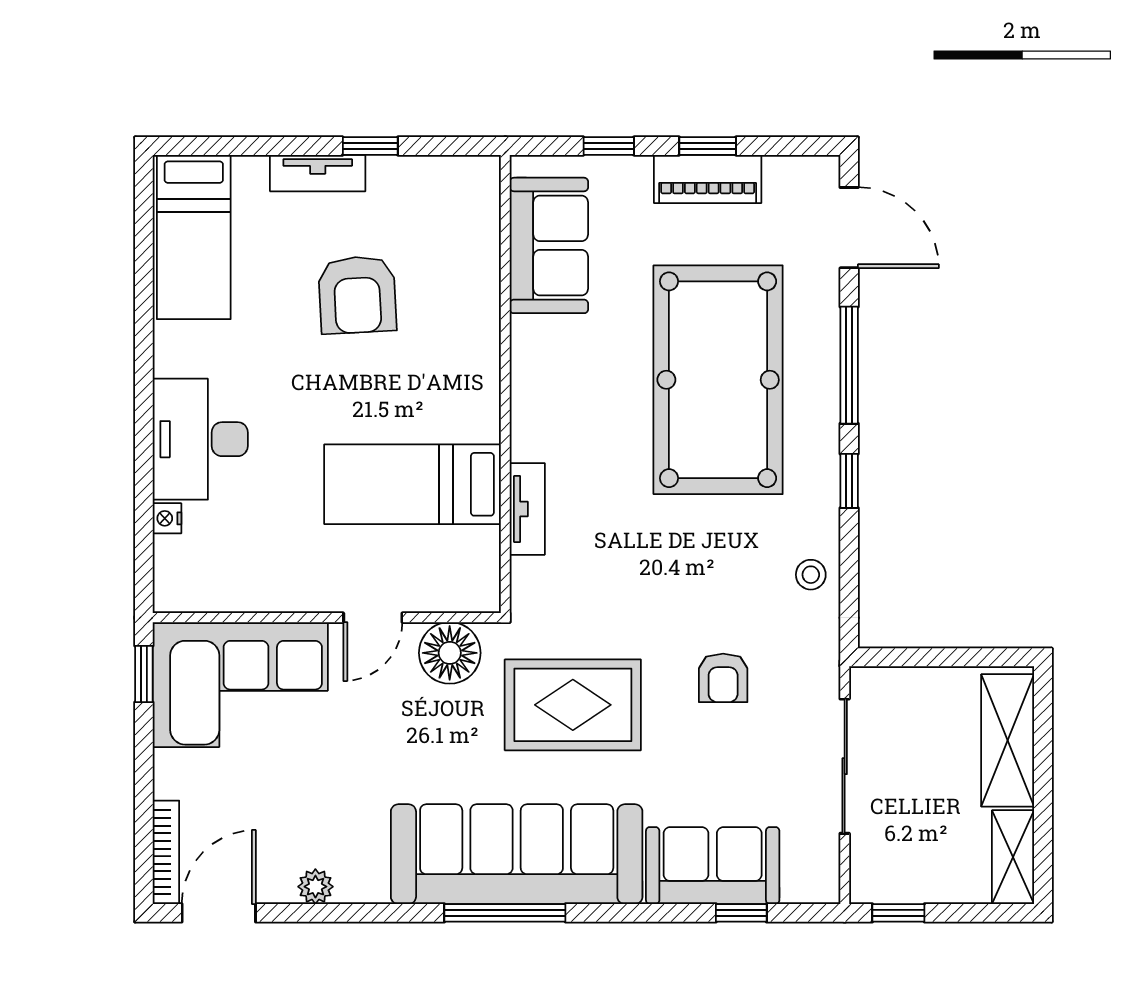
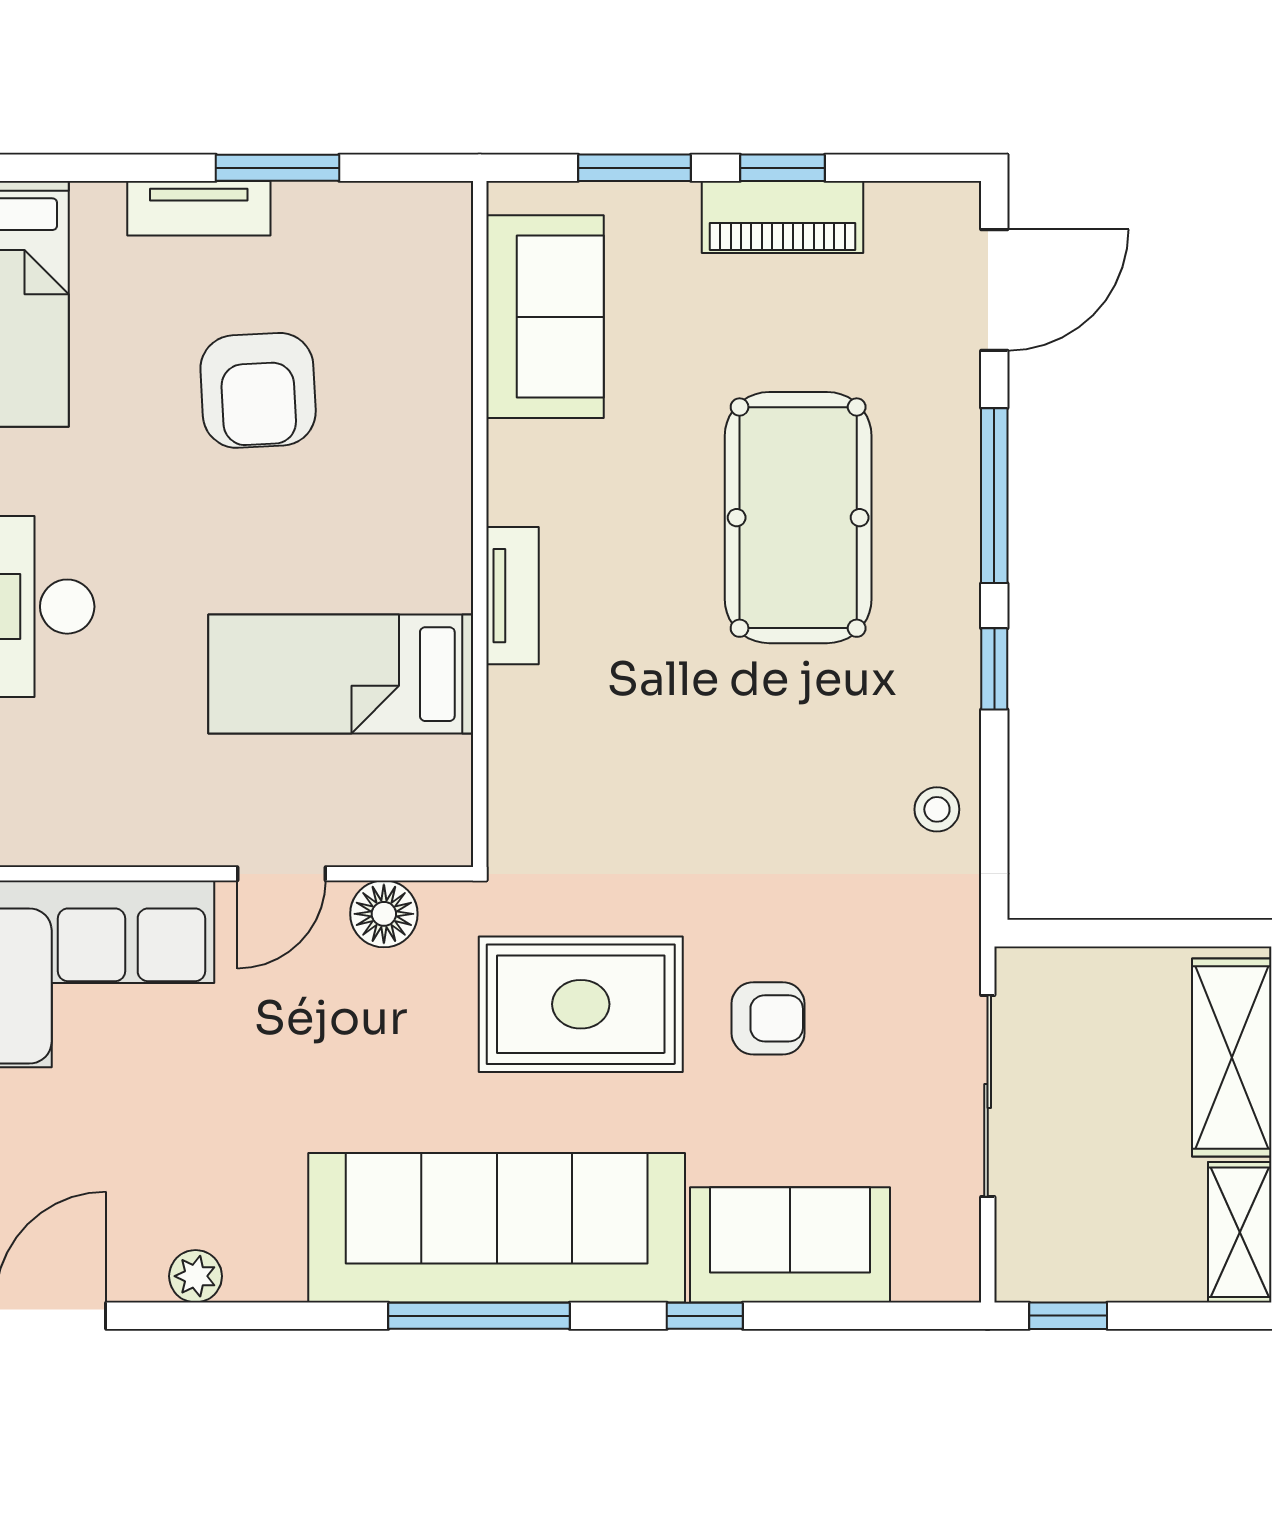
window: (370, 146) -> (278, 168), width x1.50
window: (609, 146) -> (634, 168), width x1.50
door: (849, 228) -> (994, 290), hinge flipped
pool table: (718, 380) -> (798, 518), width x0.73, depth x0.76
tv unit: (527, 509) -> (513, 596), moved
floor lamp: (450, 653) -> (384, 914), width x0.73, depth x0.73
armchair: (723, 678) -> (768, 1018), moved, turned -90
window: (741, 913) -> (705, 1316), moved

